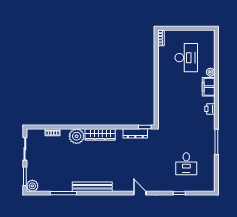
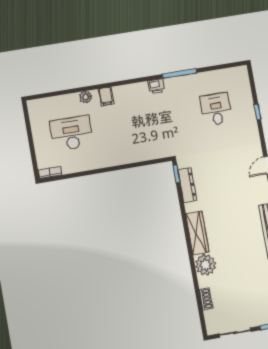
filing cabinet: (209, 87) -> (106, 96), width x0.50
printer: (210, 109) -> (156, 86), moved
desk: (186, 164) -> (216, 109), turned -90

